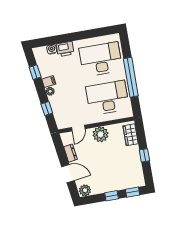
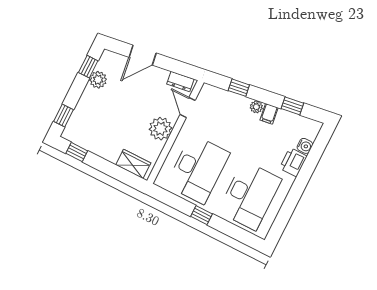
window: (131, 77) -> (201, 215), width x0.32
dresser: (70, 153) -> (180, 82), moved
window: (144, 155) -> (77, 152), moved
plant: (85, 190) -> (98, 80), moved
window: (112, 196) -> (88, 67), moved

